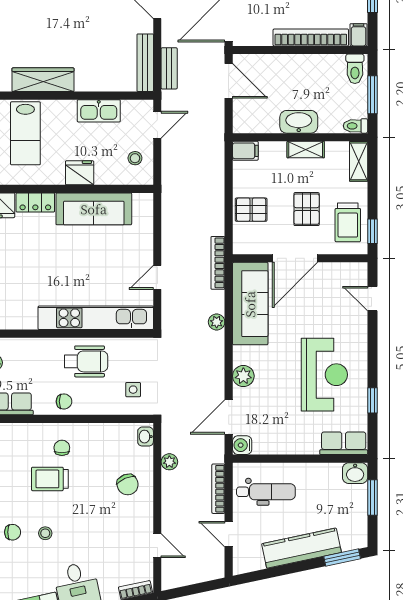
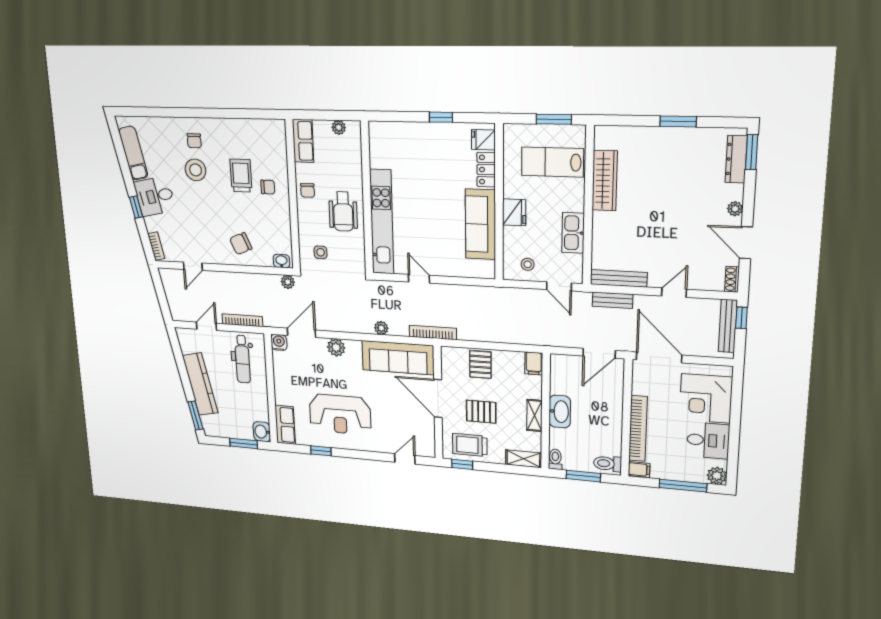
door: (229, 417) -> (301, 333), hinge flipped
plant: (169, 462) -> (288, 282), moved
stool: (45, 533) -> (196, 170), width x1.89, depth x1.89

